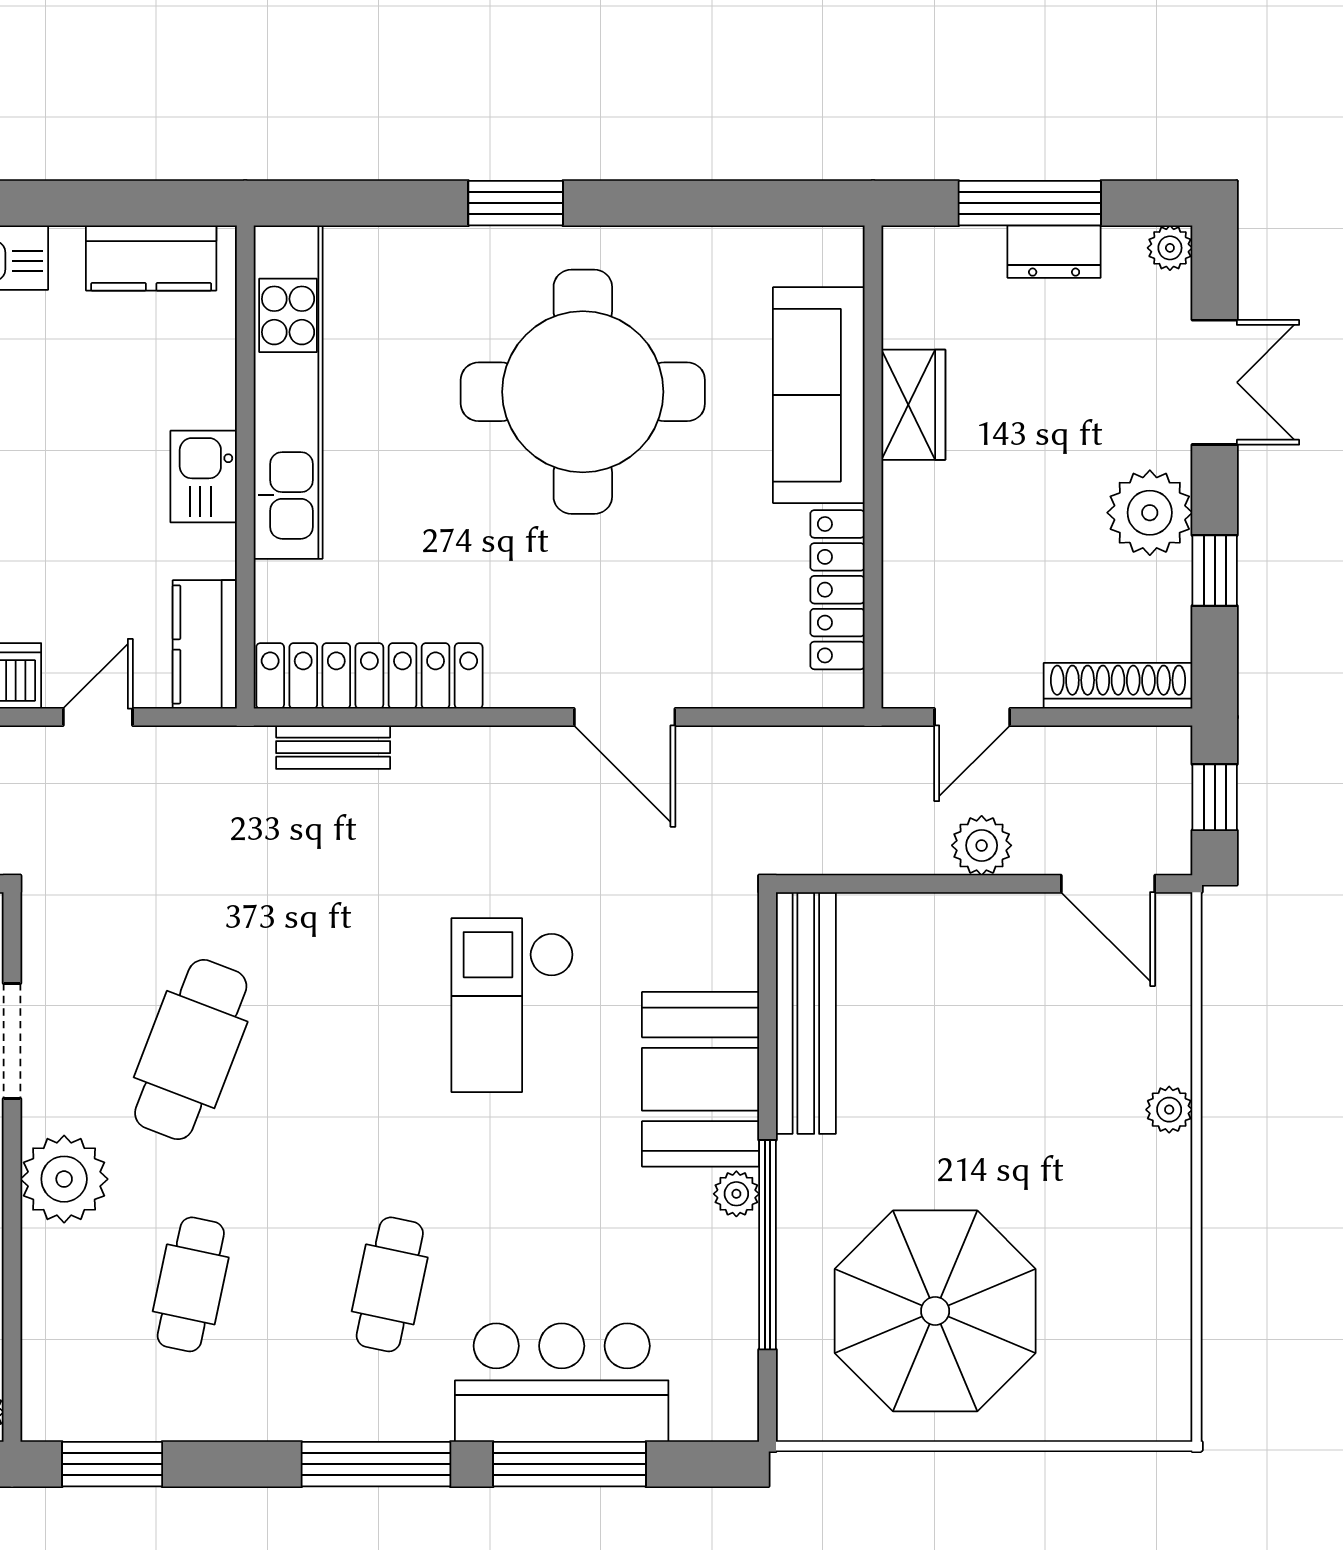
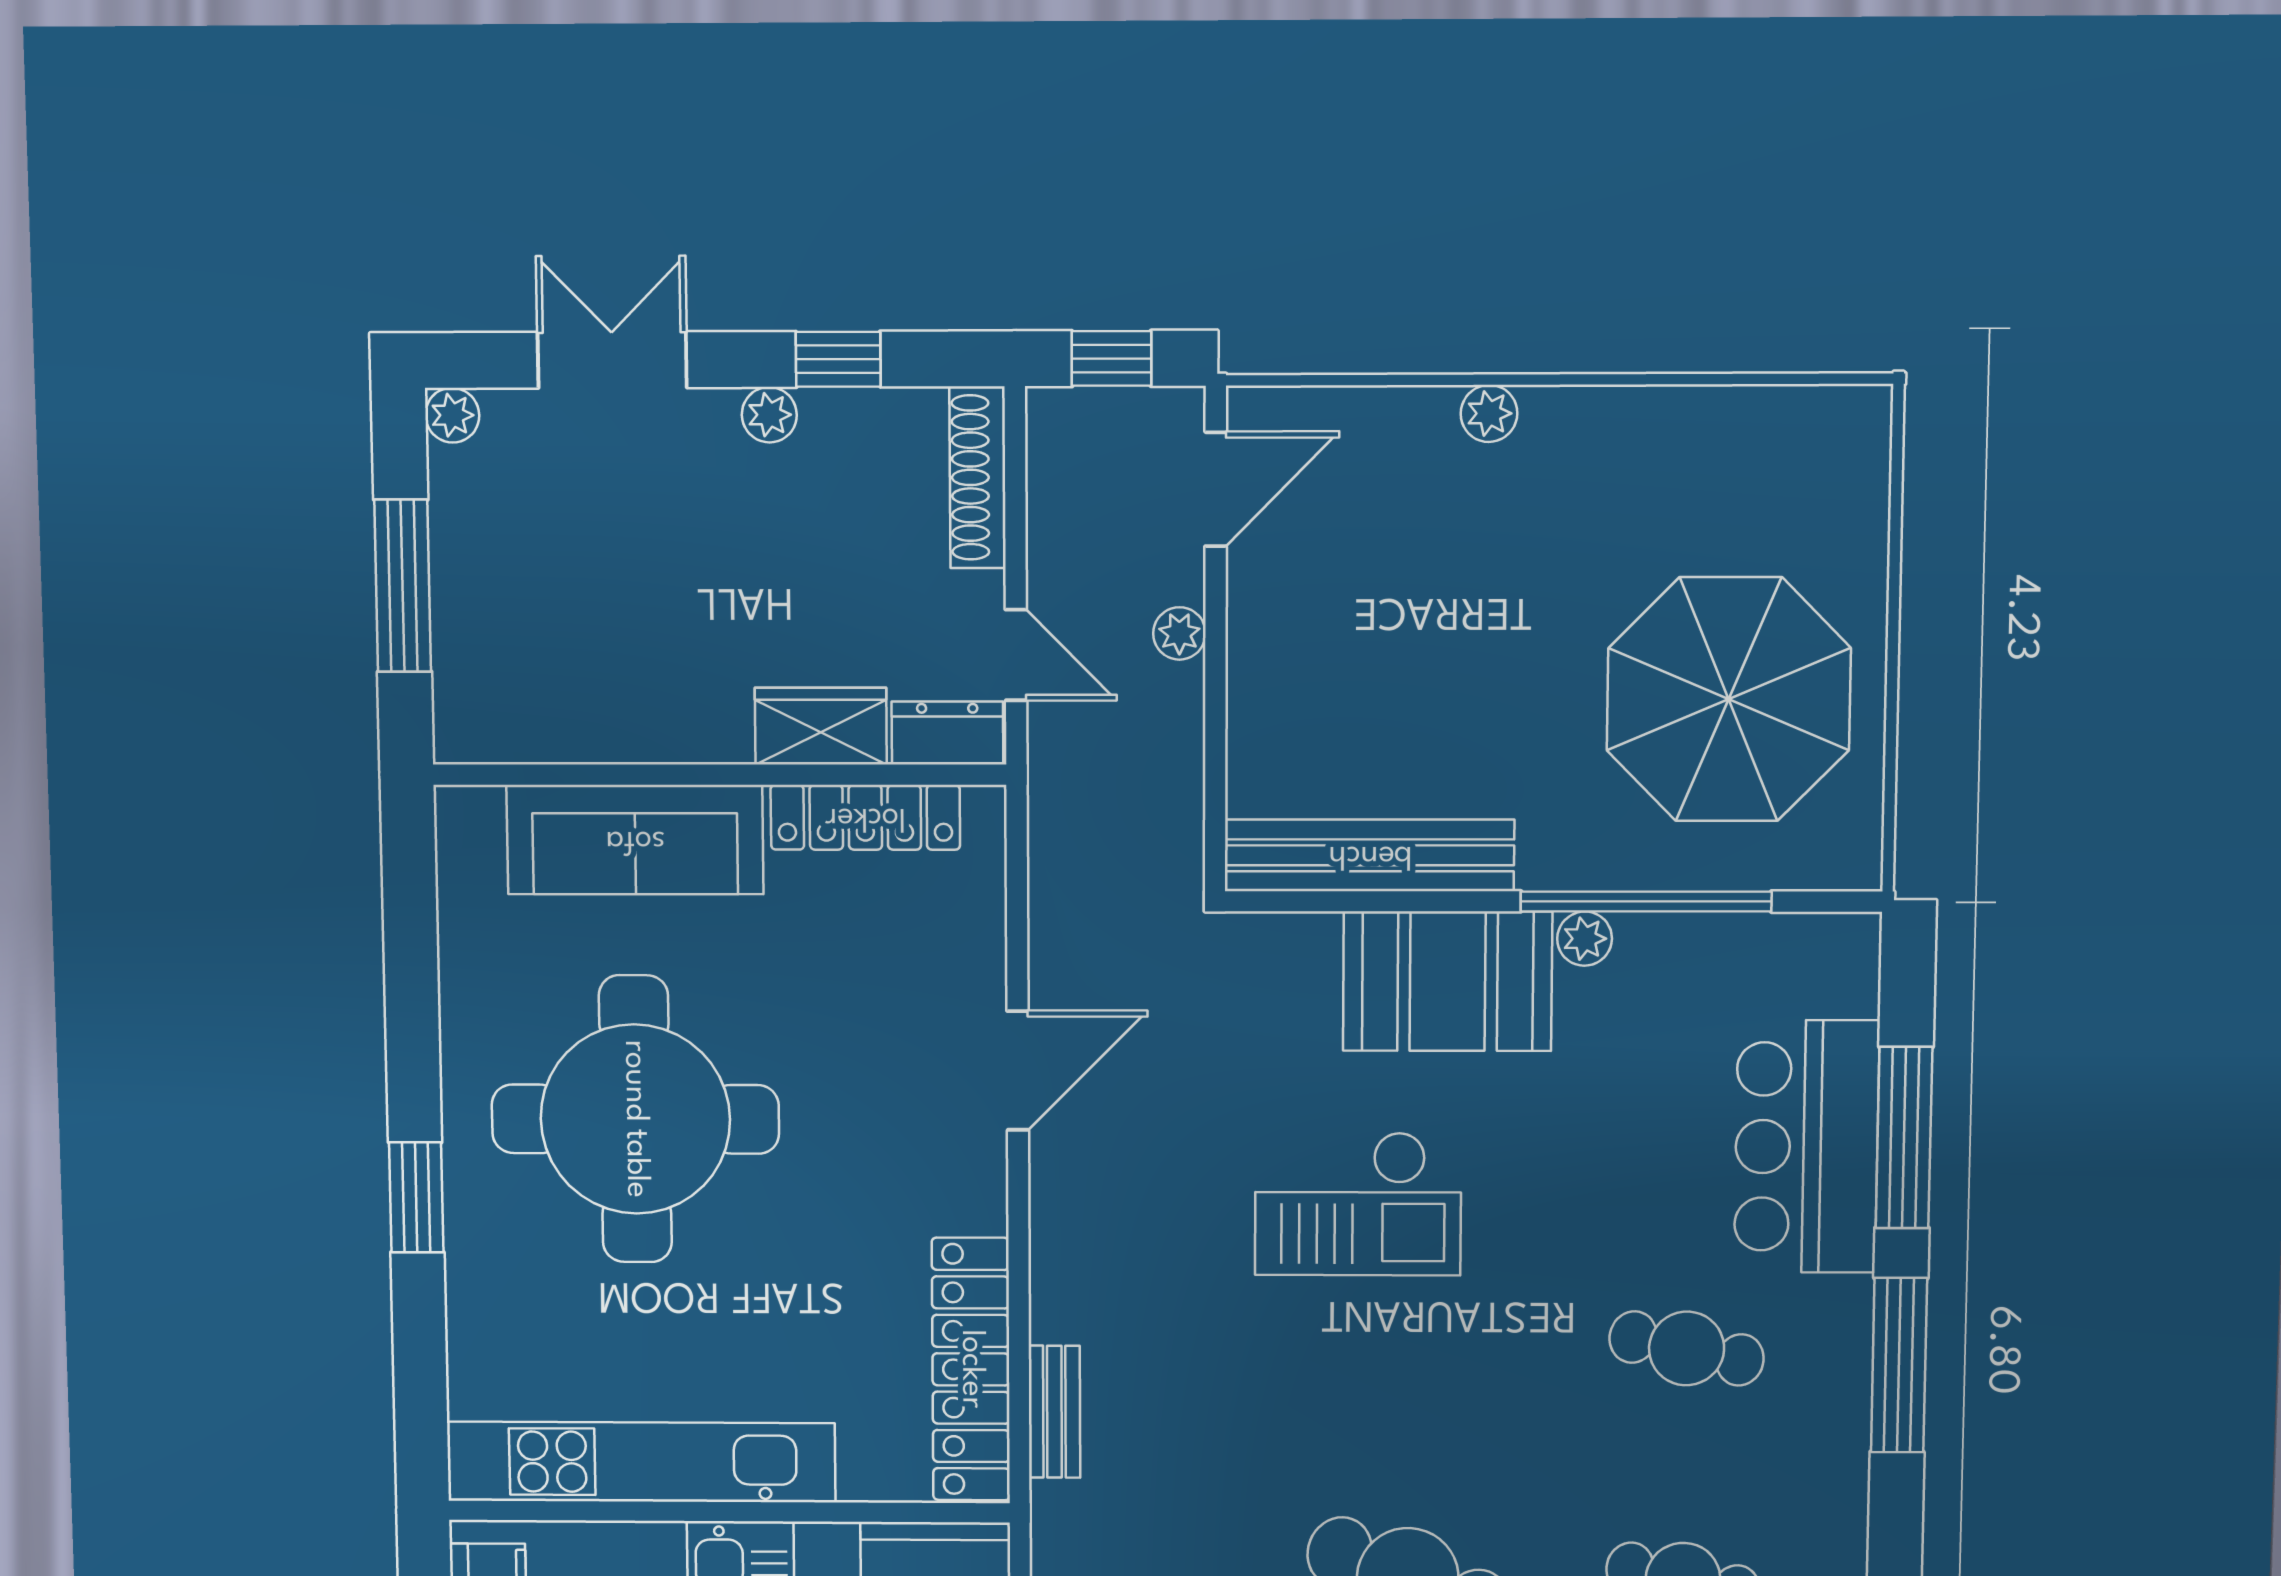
dresser: (1054, 252) -> (947, 733), moved, turned -90
wardrobe: (913, 405) -> (821, 726), moved
plant: (1150, 513) -> (769, 415), width x0.53, depth x0.53
plant: (982, 845) -> (1179, 633), width x0.73, depth x0.73

